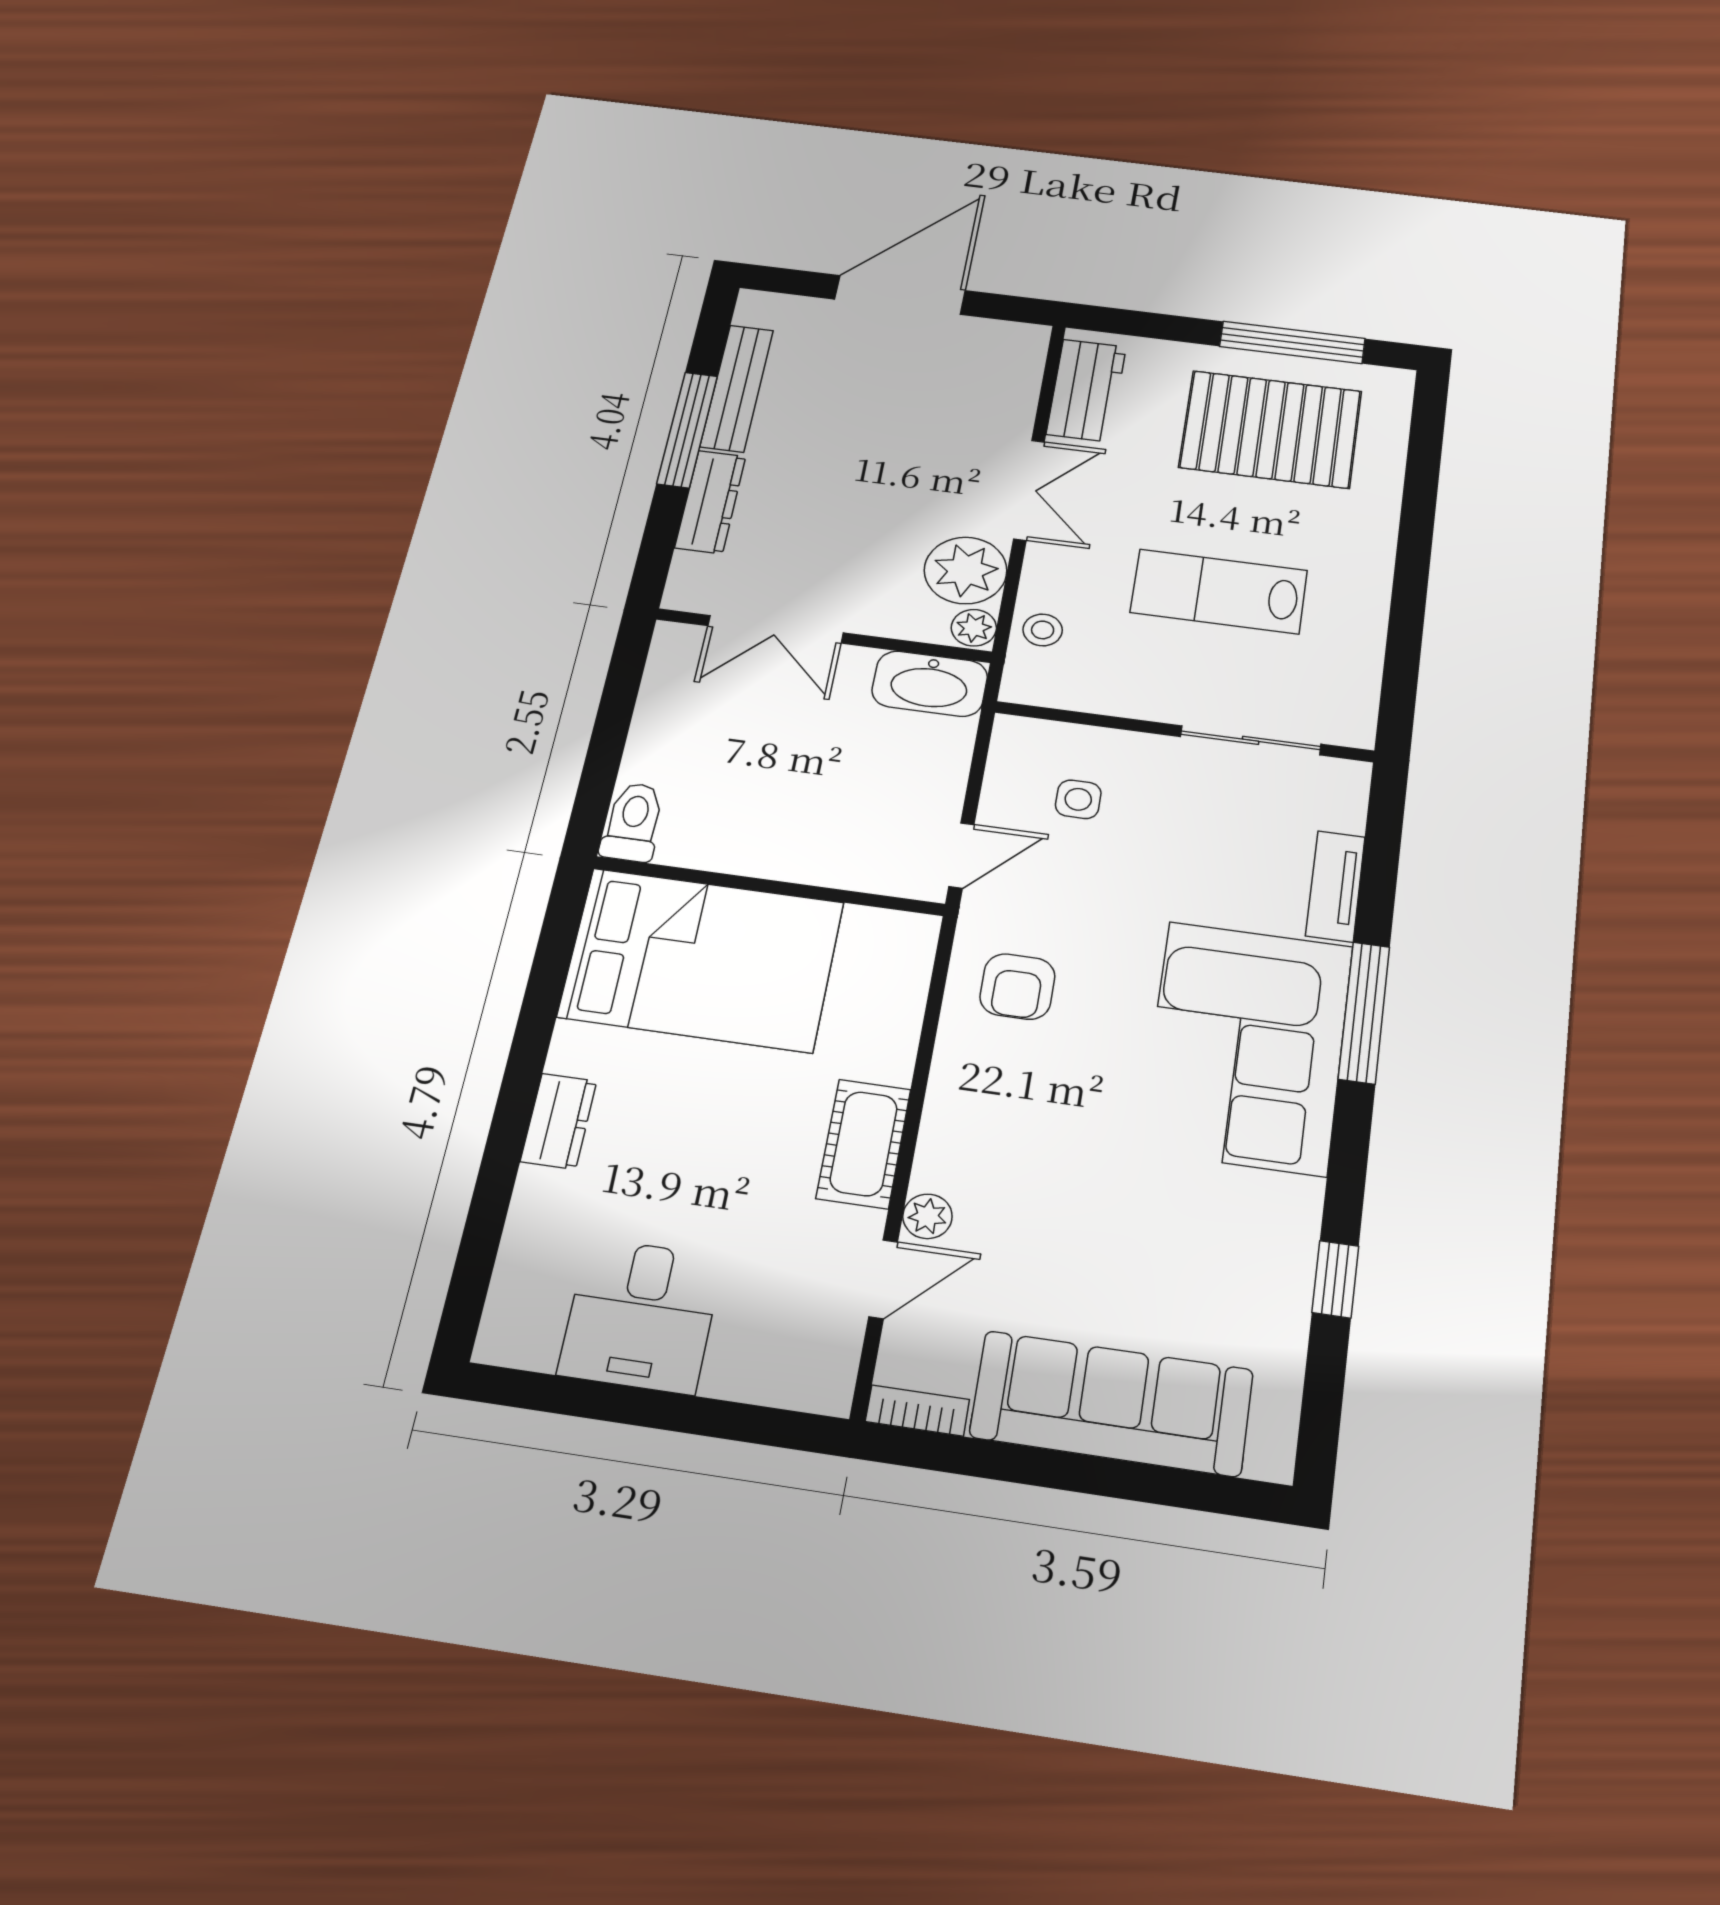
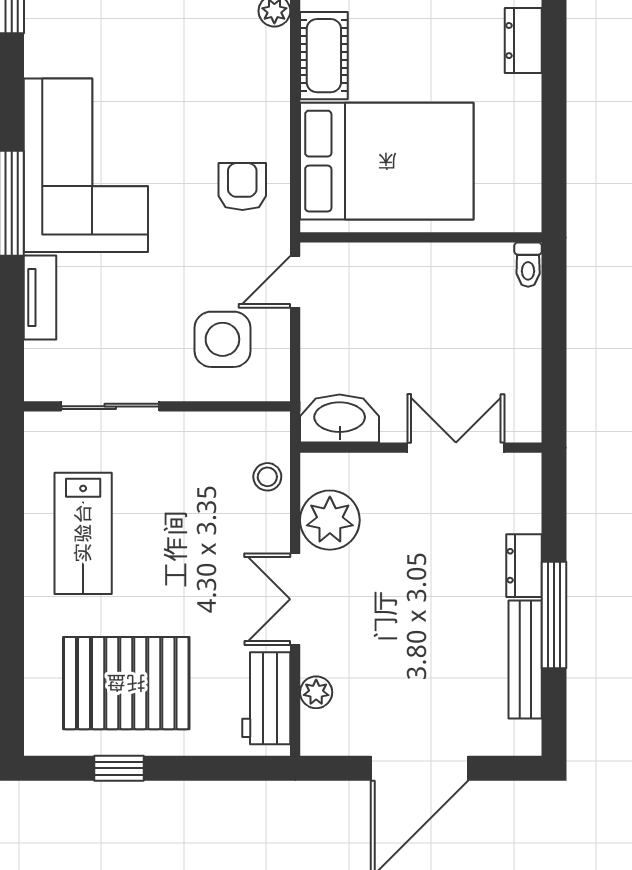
window: (1292, 342) -> (119, 768), width x0.46
dresser: (710, 502) -> (524, 566), width x0.70
lab bench: (1219, 591) -> (83, 533), moved, turned 90
plant: (974, 628) -> (316, 692), moved
side table: (1078, 799) -> (222, 339), width x1.87, depth x1.87
toilet: (633, 822) -> (528, 265), width x0.73, depth x0.72
bed: (701, 959) -> (387, 161), moved, turned 180

